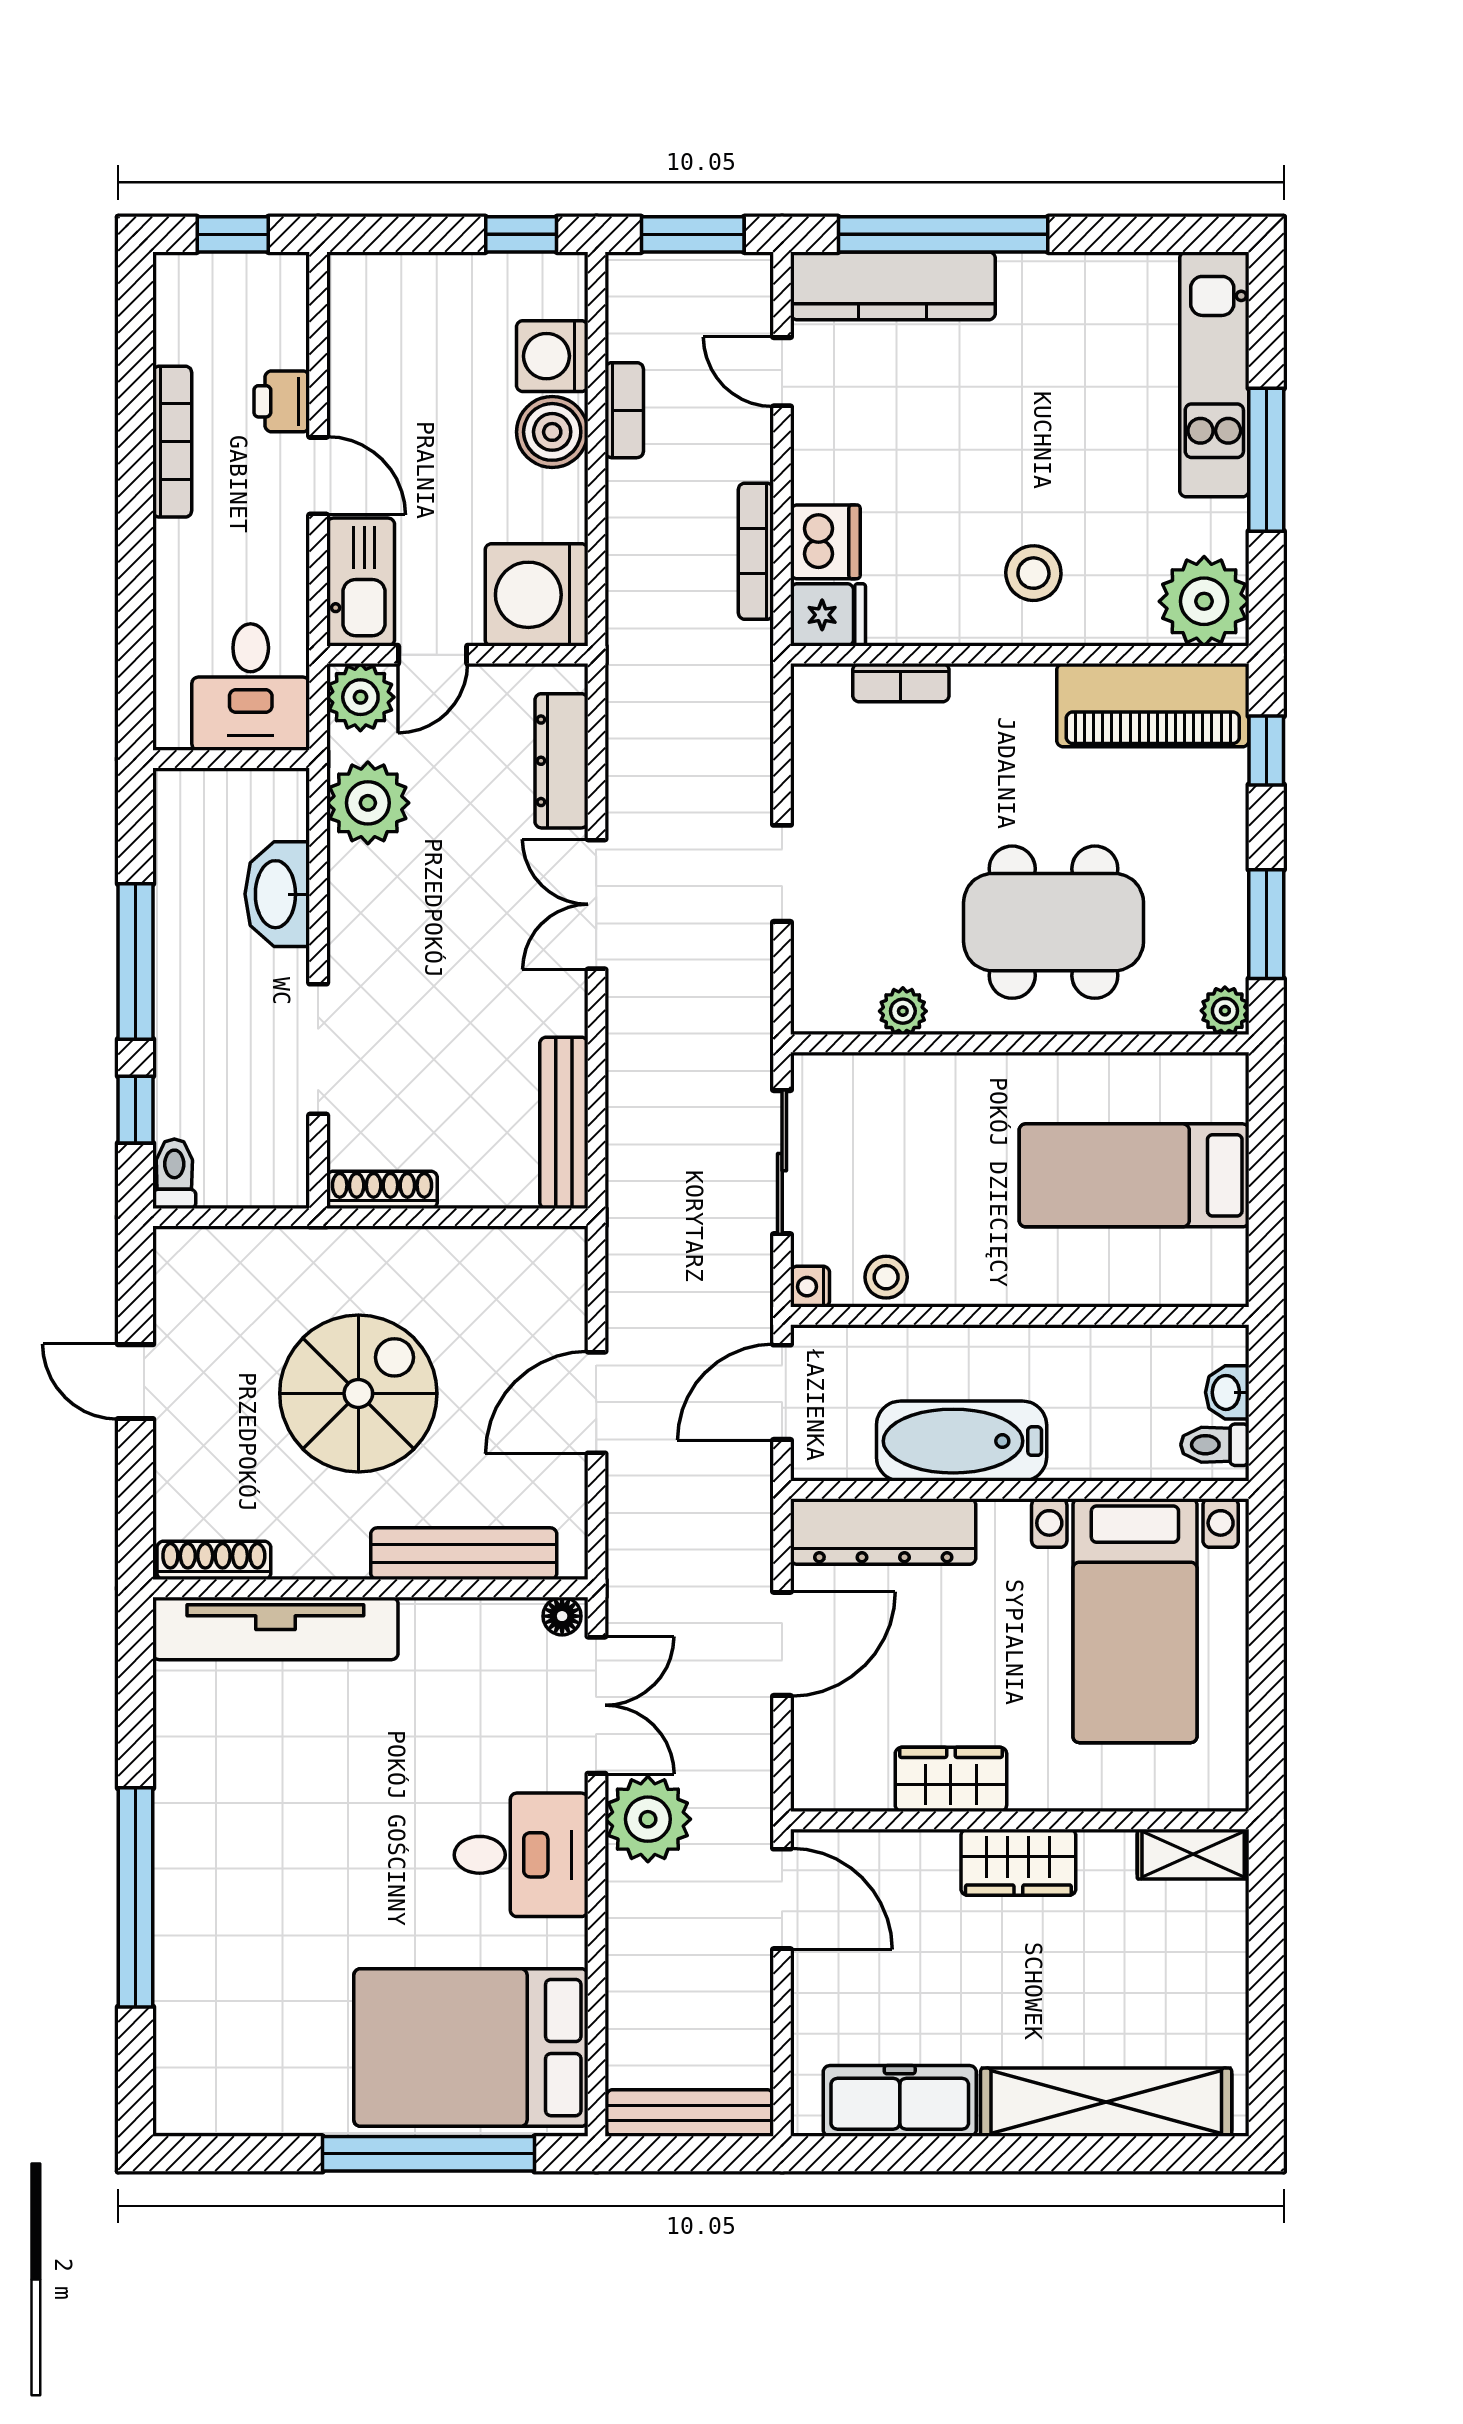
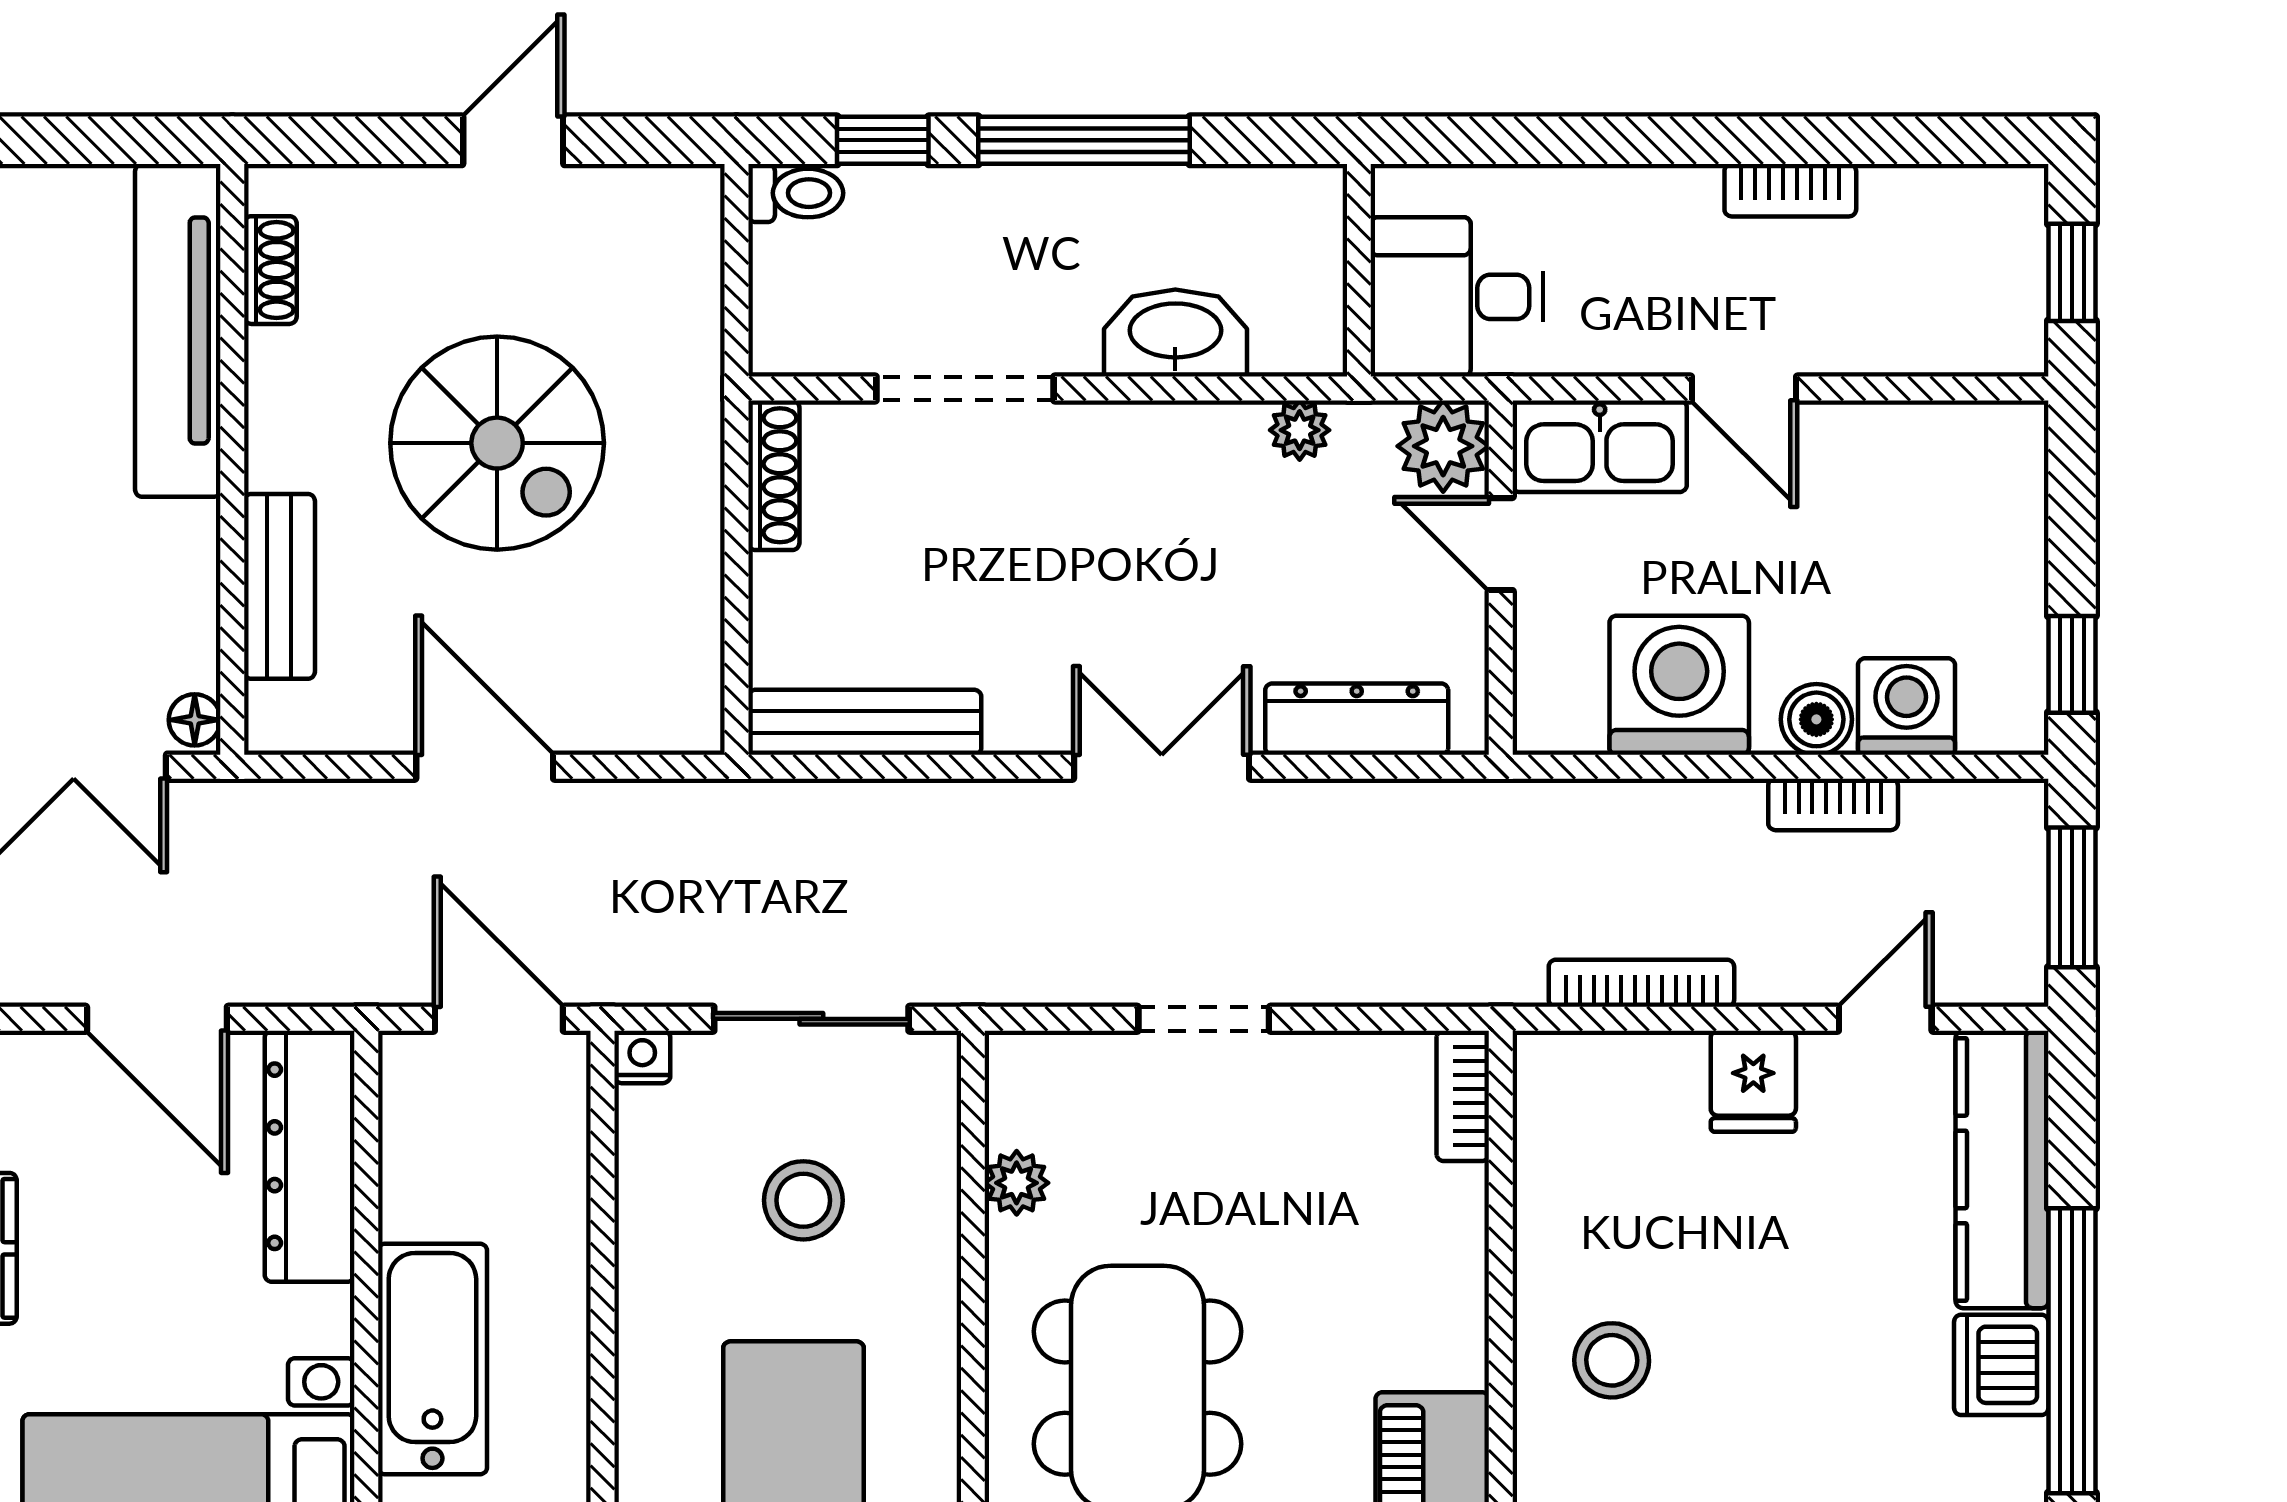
window: (943, 234) -> (2072, 1351), moved
printer: (282, 401) -> (1845, 339), removed
boiler: (552, 432) -> (1816, 719), width x0.73, depth x0.73
bookcase: (172, 442) -> (1790, 190), width x0.64
door: (318, 476) -> (1744, 389), hinge flipped
dishwasher: (825, 542) -> (2001, 1365), moved, turned 90
washing machine: (537, 595) -> (1679, 685), moved
fridge: (828, 615) -> (1753, 1081), moved
bookcase: (901, 683) -> (1463, 1096), moved
plant: (368, 803) -> (1300, 430), width x0.53, depth x0.53
stool: (886, 1277) -> (803, 1200), moved, width x1.37, depth x1.37
bathtub: (962, 1441) -> (432, 1359), moved
bench: (464, 1554) -> (279, 586), width x0.73
shoe rack: (214, 1560) -> (270, 270), width x0.70

